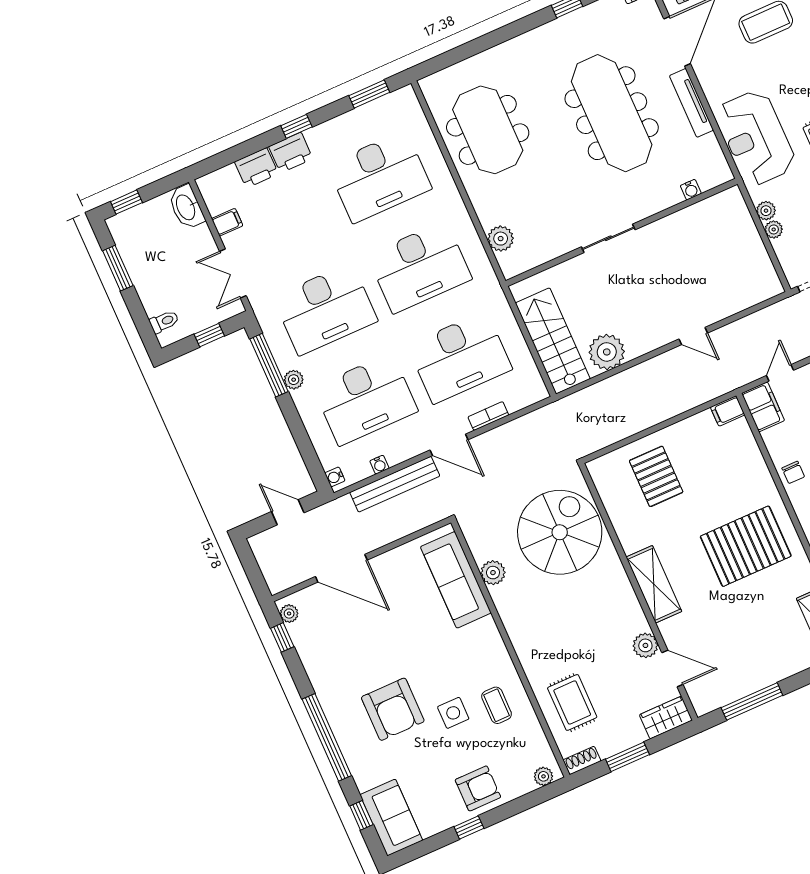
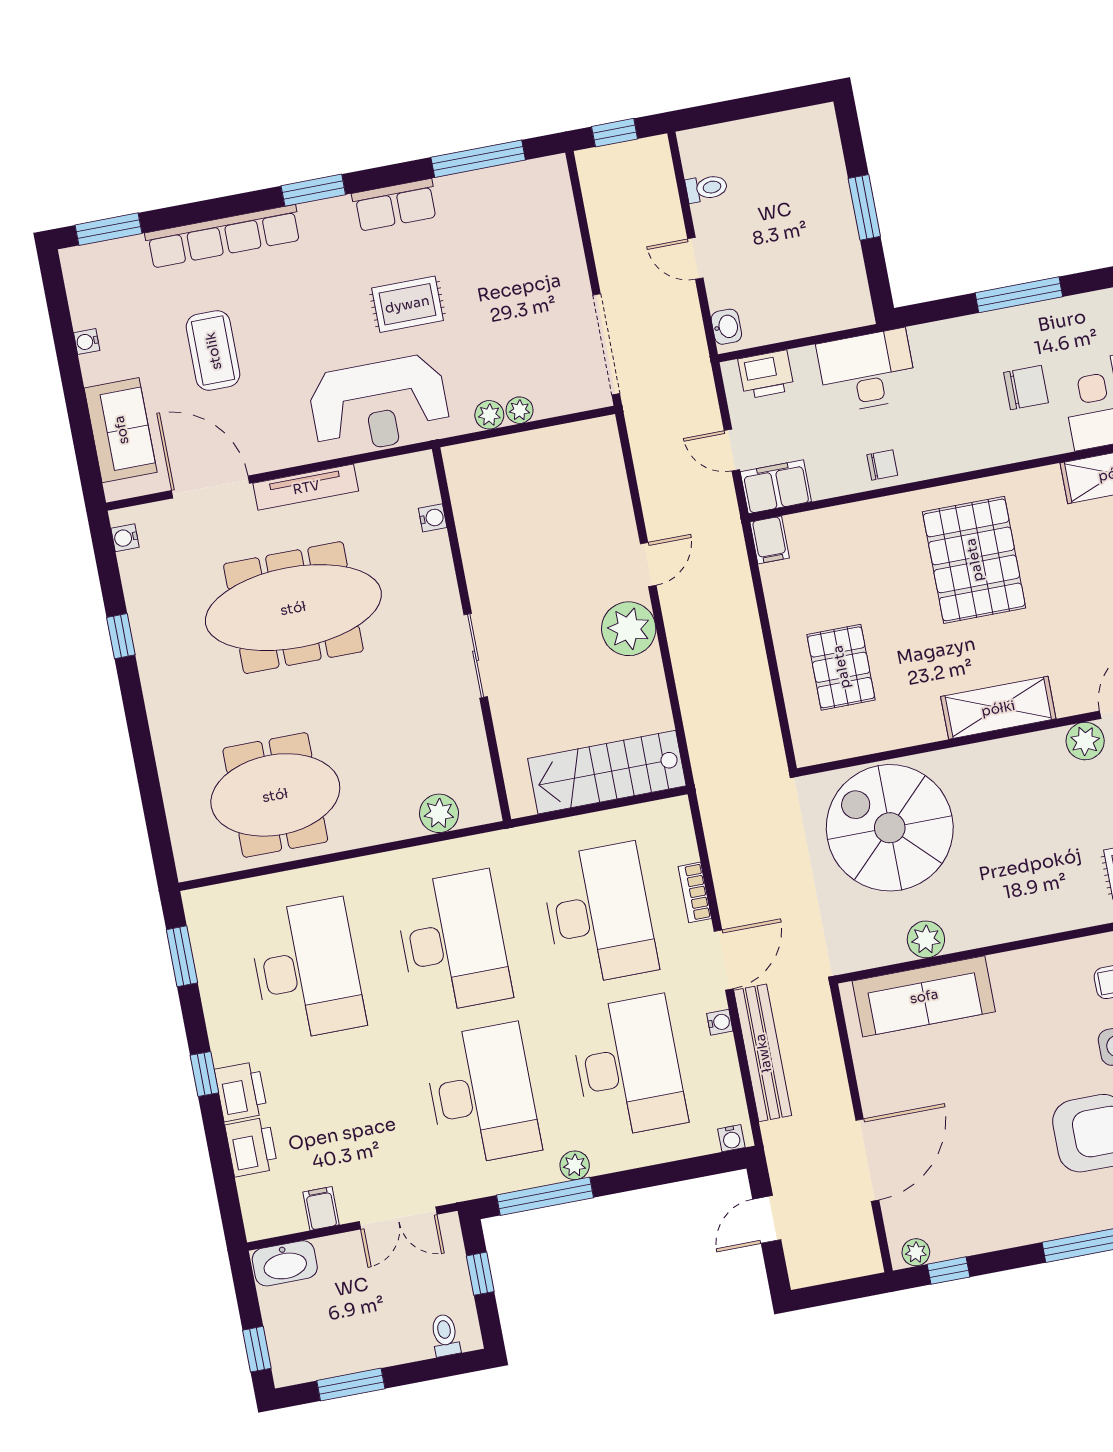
plant: (607, 352) -> (629, 629), moved
water cooler: (379, 465) -> (720, 1022), moved
pallet: (656, 476) -> (841, 667), turned 90

